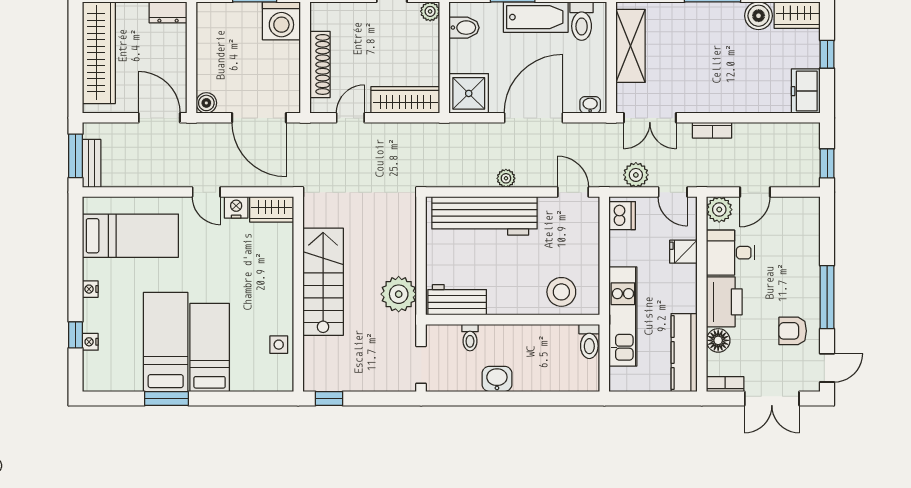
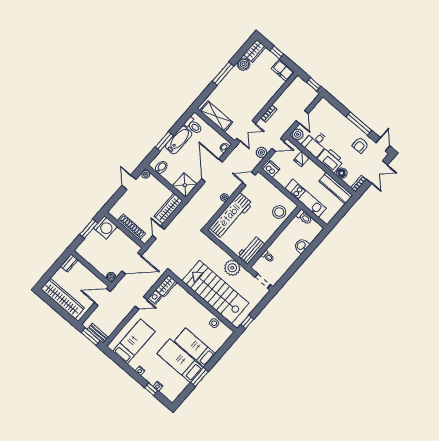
stairs: (323, 282) -> (215, 292), width x1.36, depth x1.51
washbasin: (497, 379) -> (301, 246), moved

